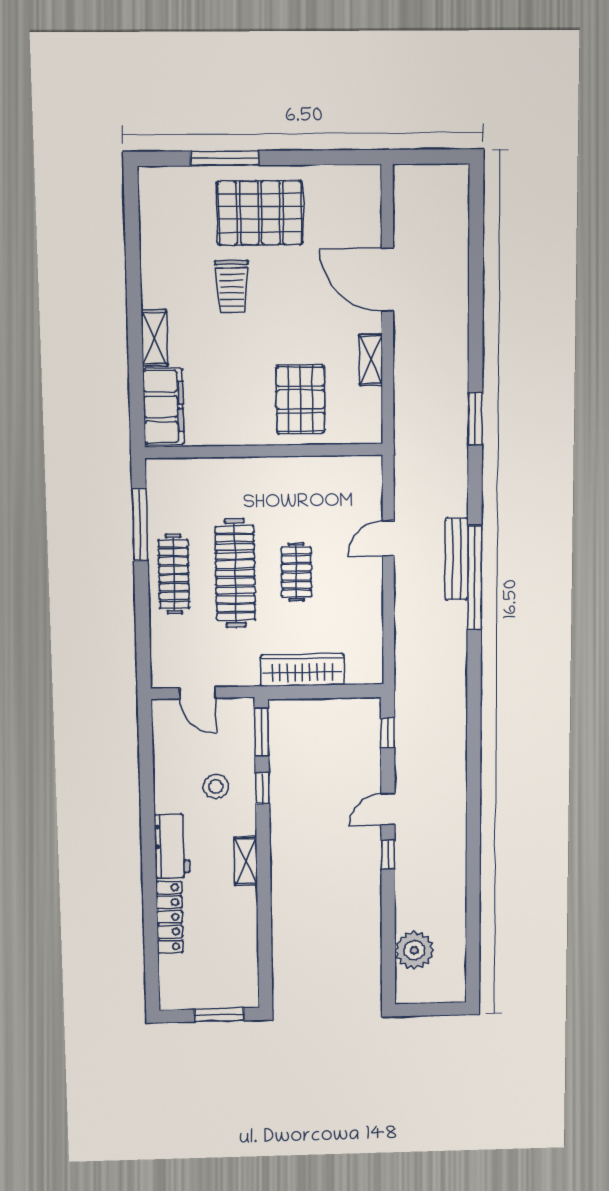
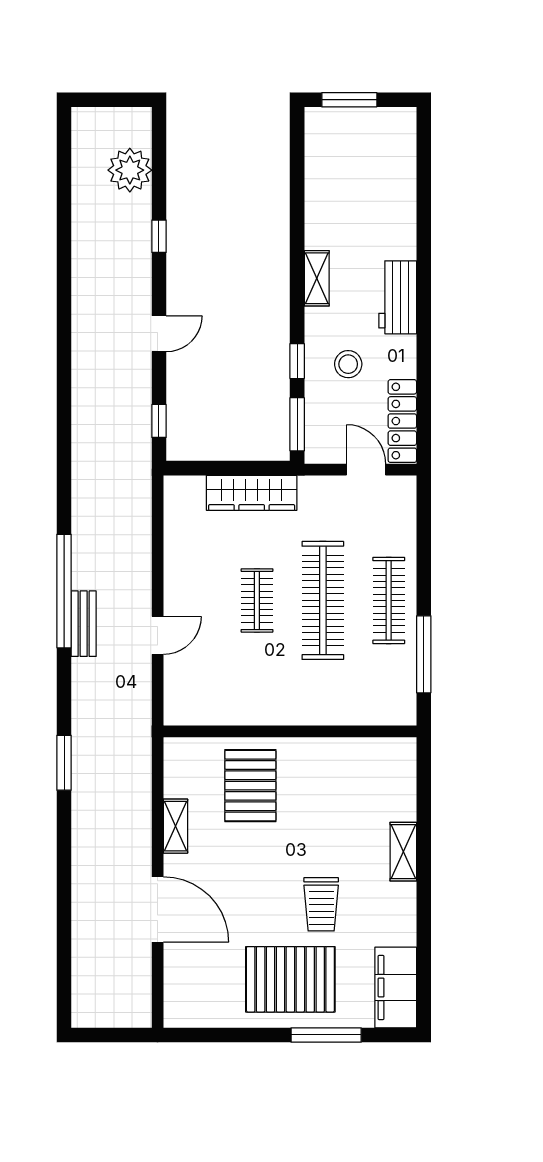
trolley: (232, 286) -> (321, 904), turned 180
filing cabinet: (163, 407) -> (396, 987), moved
bench: (456, 559) -> (84, 624), width x0.73
window: (388, 855) -> (159, 236), moved
locker: (170, 917) -> (402, 421), moved

